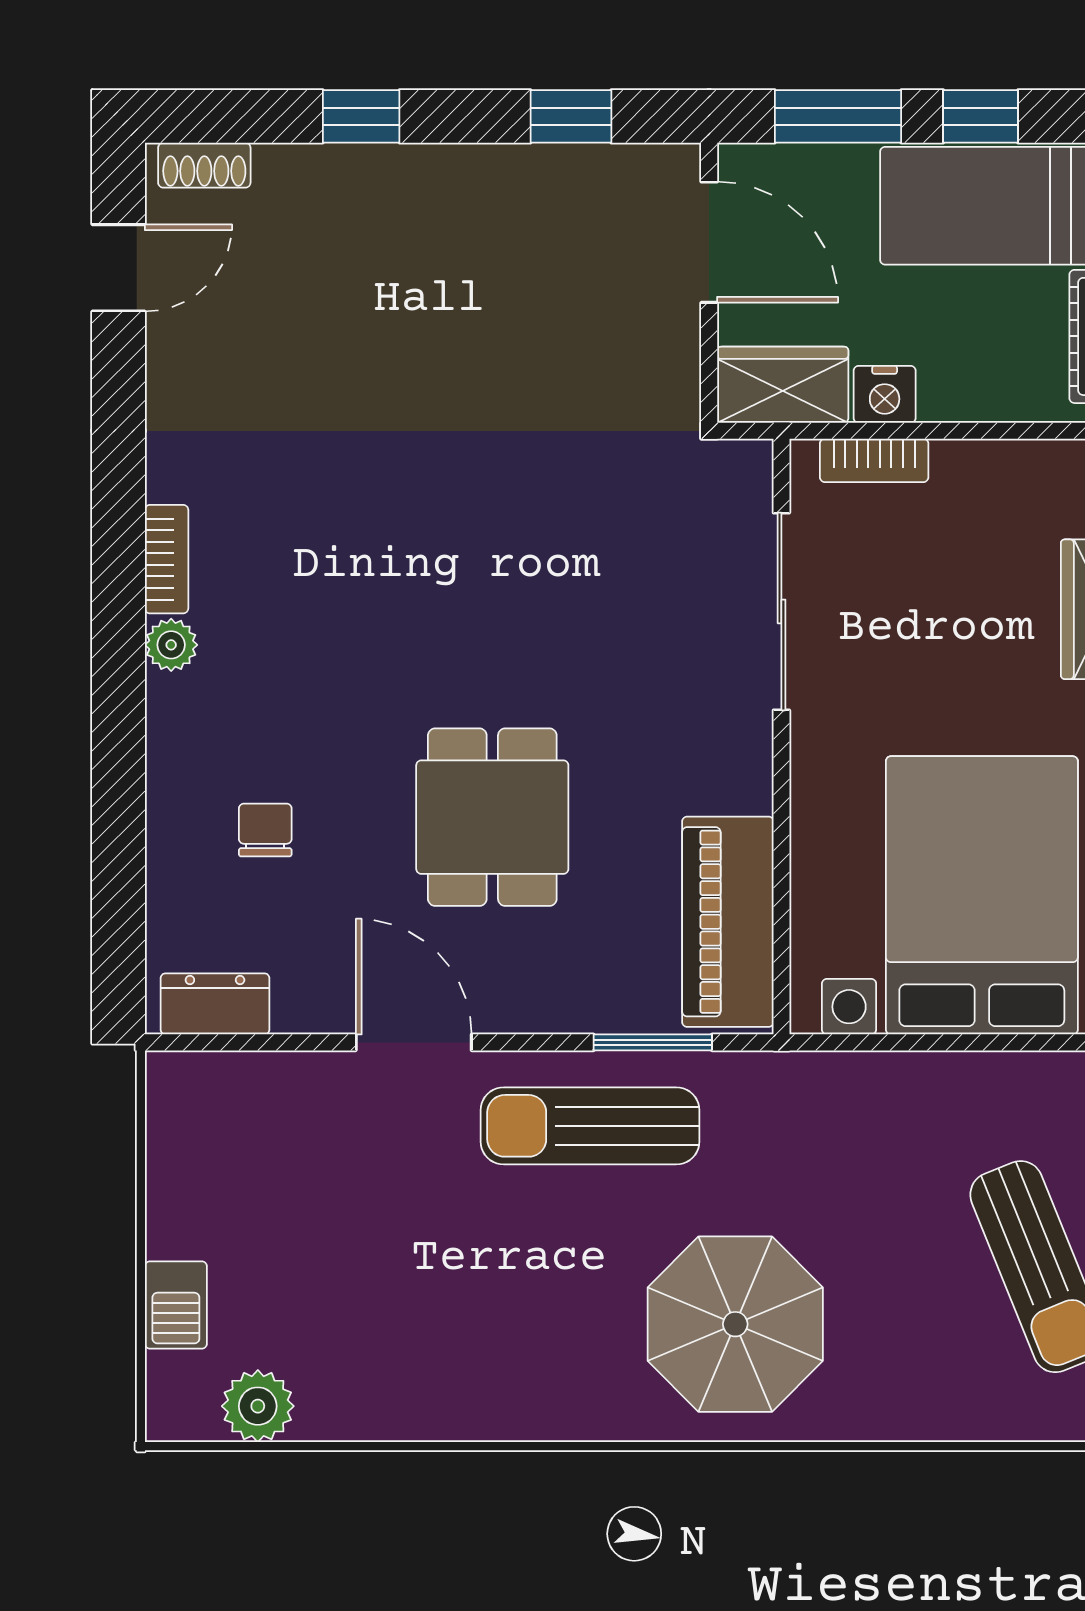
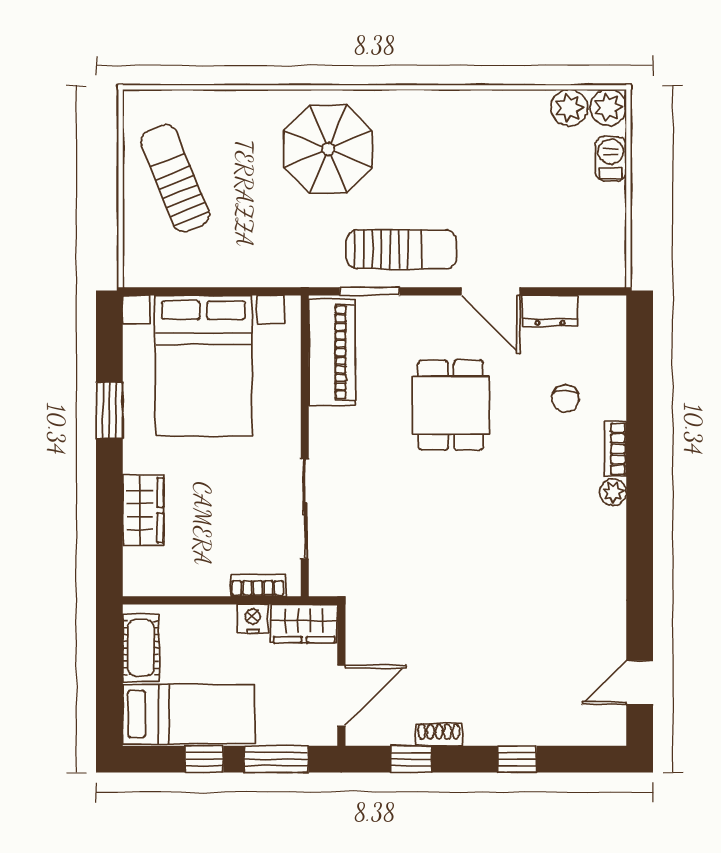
shoe rack: (204, 165) -> (439, 735), moved
door: (709, 242) -> (341, 696), swing flipped
bookcase: (167, 559) -> (615, 449), moved
dresser: (215, 1004) -> (550, 311), moved
plant: (181, 1406) -> (608, 107), added

